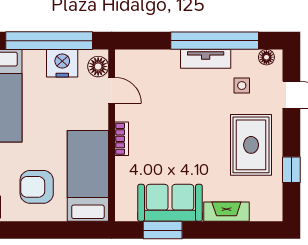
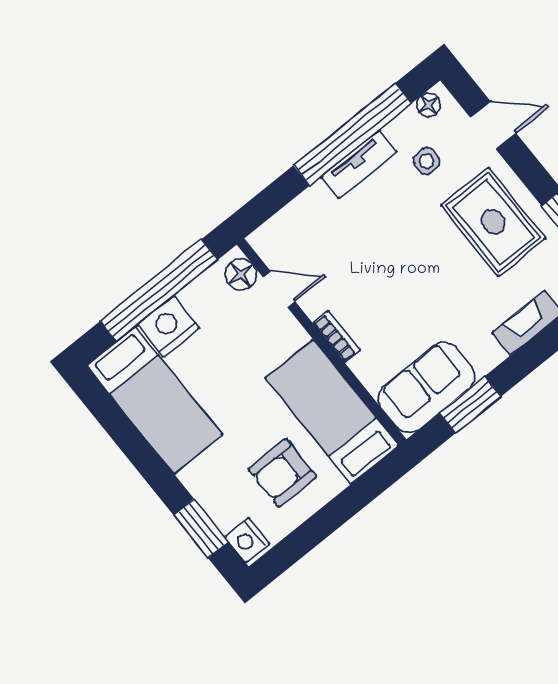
nightstand: (62, 63) -> (169, 326), moved
sofa: (170, 203) -> (426, 387), moved

